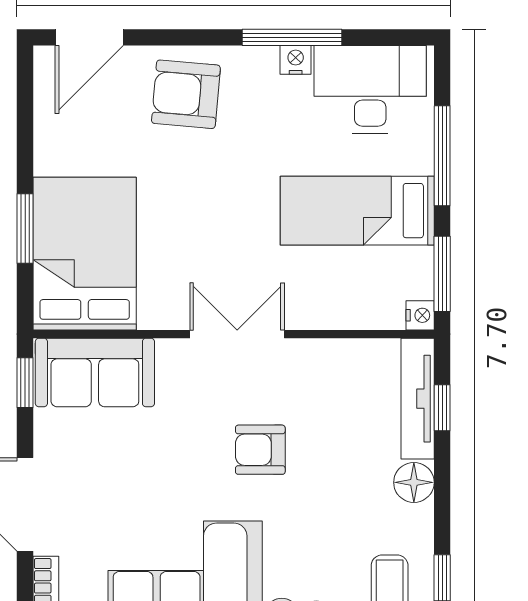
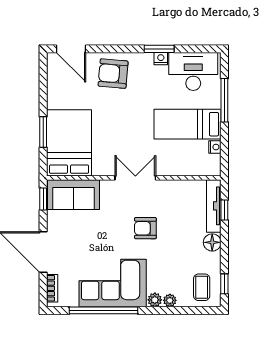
door: (89, 37) -> (71, 49), hinge flipped
window: (292, 37) -> (159, 49), width x0.69
window: (442, 274) -> (224, 152), removed
nightstand: (420, 315) -> (215, 147), moved

